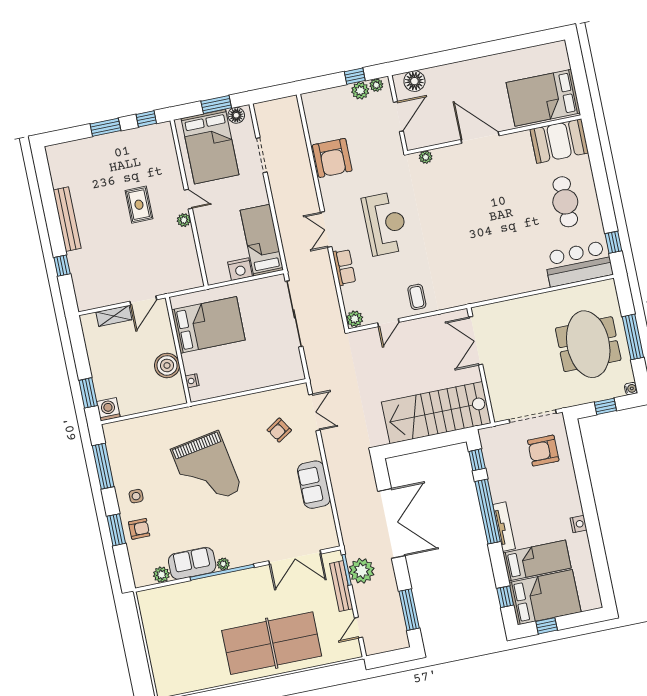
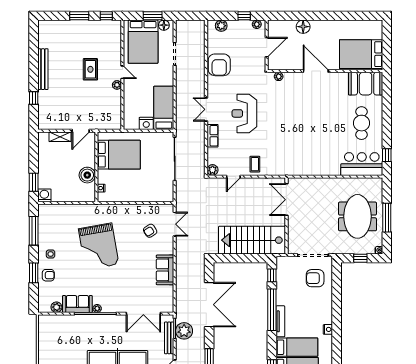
floor lamp: (414, 81) -> (303, 27), moved
plant: (360, 91) -> (221, 26), moved
reception desk: (385, 224) -> (244, 113), turned 180

